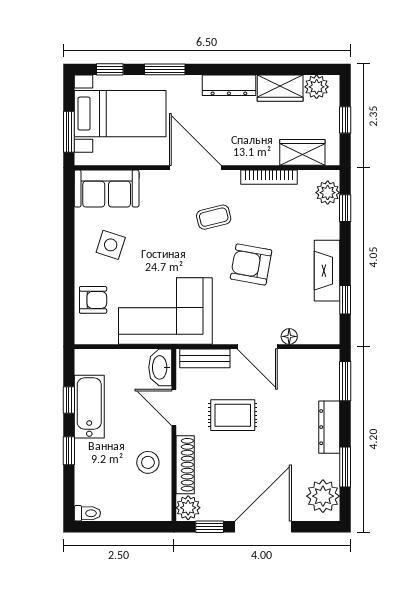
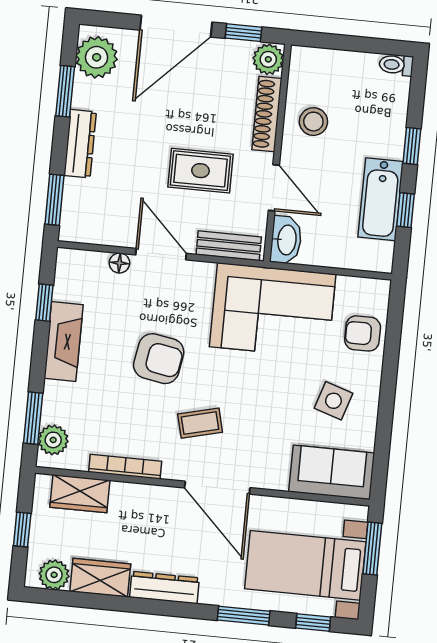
window: (345, 208) -> (33, 418), width x1.50

